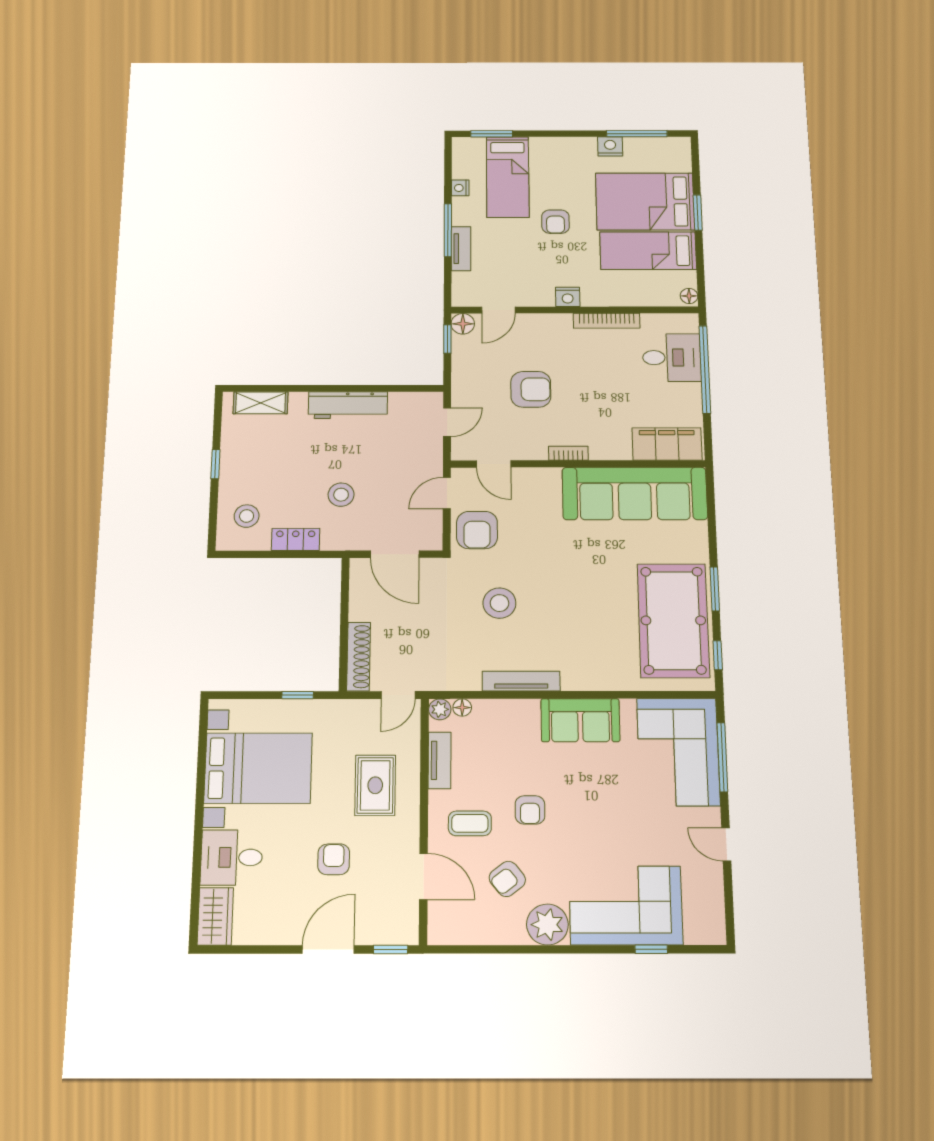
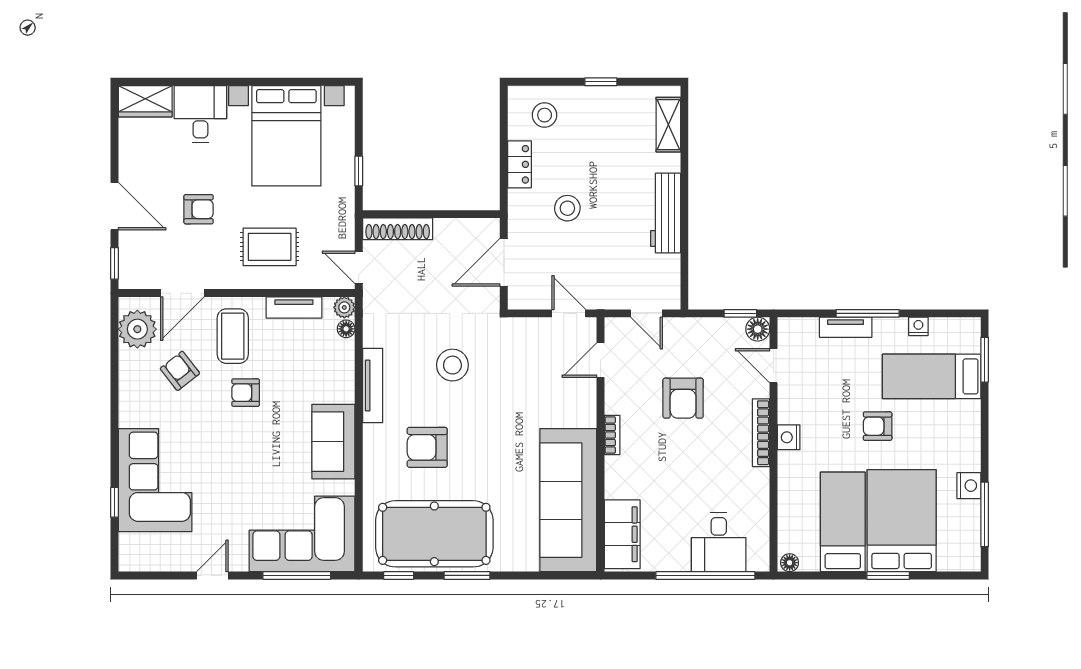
bookcase: (607, 321) -> (761, 433), moved
armchair: (477, 530) -> (427, 447), moved
coffee table: (470, 823) -> (233, 336), width x1.36, depth x1.30
plant: (547, 925) -> (137, 329), moved

